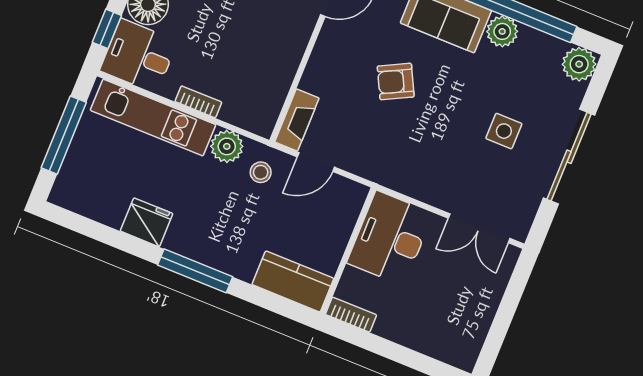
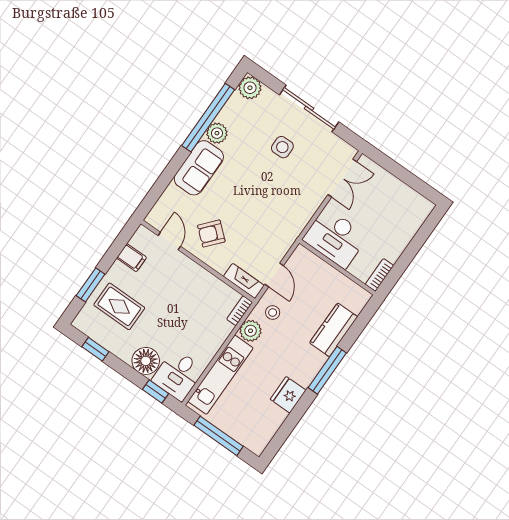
armchair: (396, 81) -> (211, 234), moved, turned 68
bookcase: (198, 102) -> (240, 311), moved
kitchen counter: (293, 281) -> (334, 330), moved

